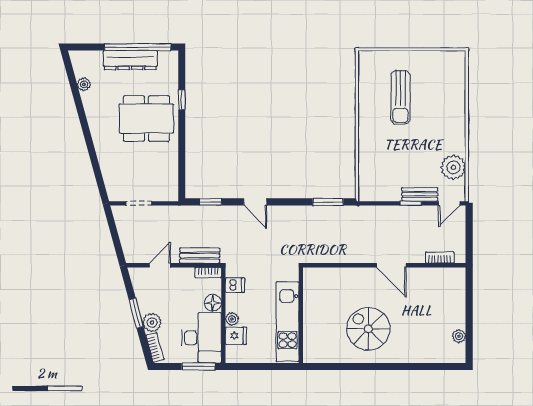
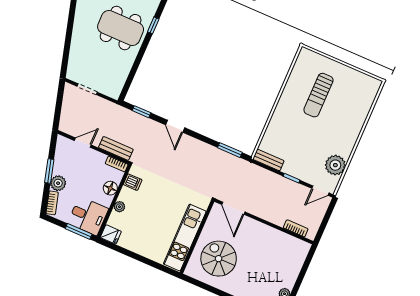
bench: (420, 194) -> (268, 160), moved
door: (391, 265) -> (233, 208), moved
wall: (301, 315) -> (197, 237), moved
kitchen unit: (287, 322) -> (185, 238), moved
fridge: (236, 336) -> (111, 234), moved
desk: (201, 338) -> (88, 216), width x0.73

